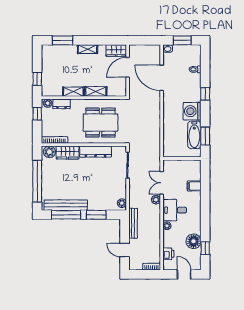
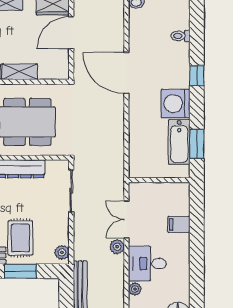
door: (162, 78) -> (126, 73), moved
rug: (96, 194) -> (20, 238), added

